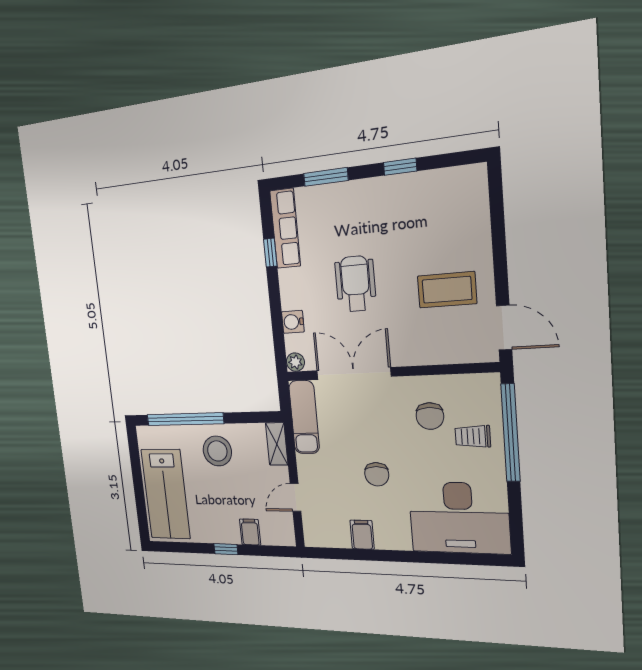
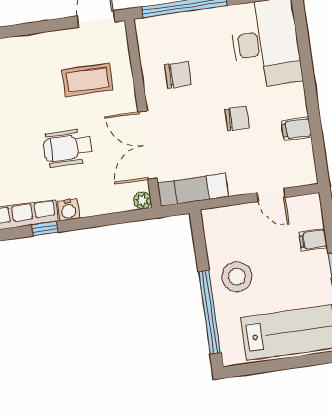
coffee table: (447, 290) -> (88, 80), moved, turned 90
water cooler: (293, 322) -> (68, 210), moved
trolley: (473, 436) -> (191, 37), removed
shelving: (277, 444) -> (222, 216), removed

